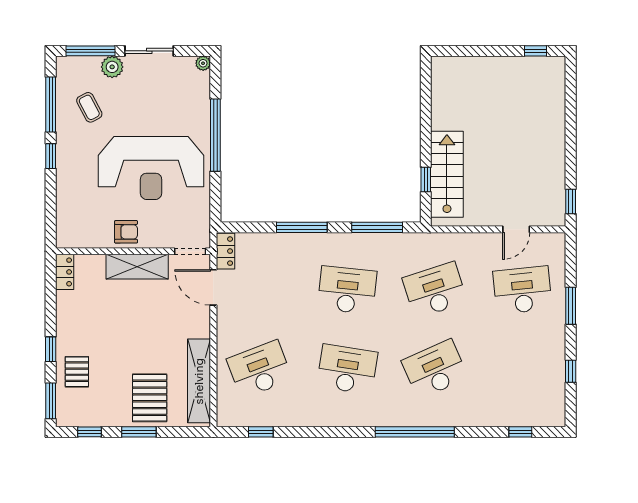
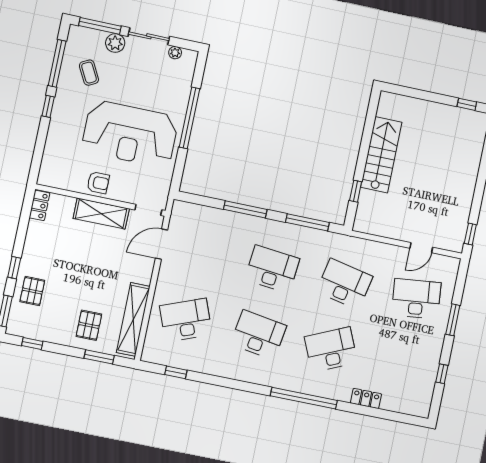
plant: (203, 63) -> (175, 53), moved
stairs: (447, 174) -> (381, 155), moved
locker: (226, 251) -> (366, 398), moved, turned -90
door: (213, 287) -> (161, 244), hinge flipped
desk: (435, 290) -> (344, 284), turned 30
pallet: (150, 398) -> (89, 325), width x0.67, depth x0.71
window: (139, 432) -> (99, 357), moved
window: (520, 432) -> (391, 416), removed

